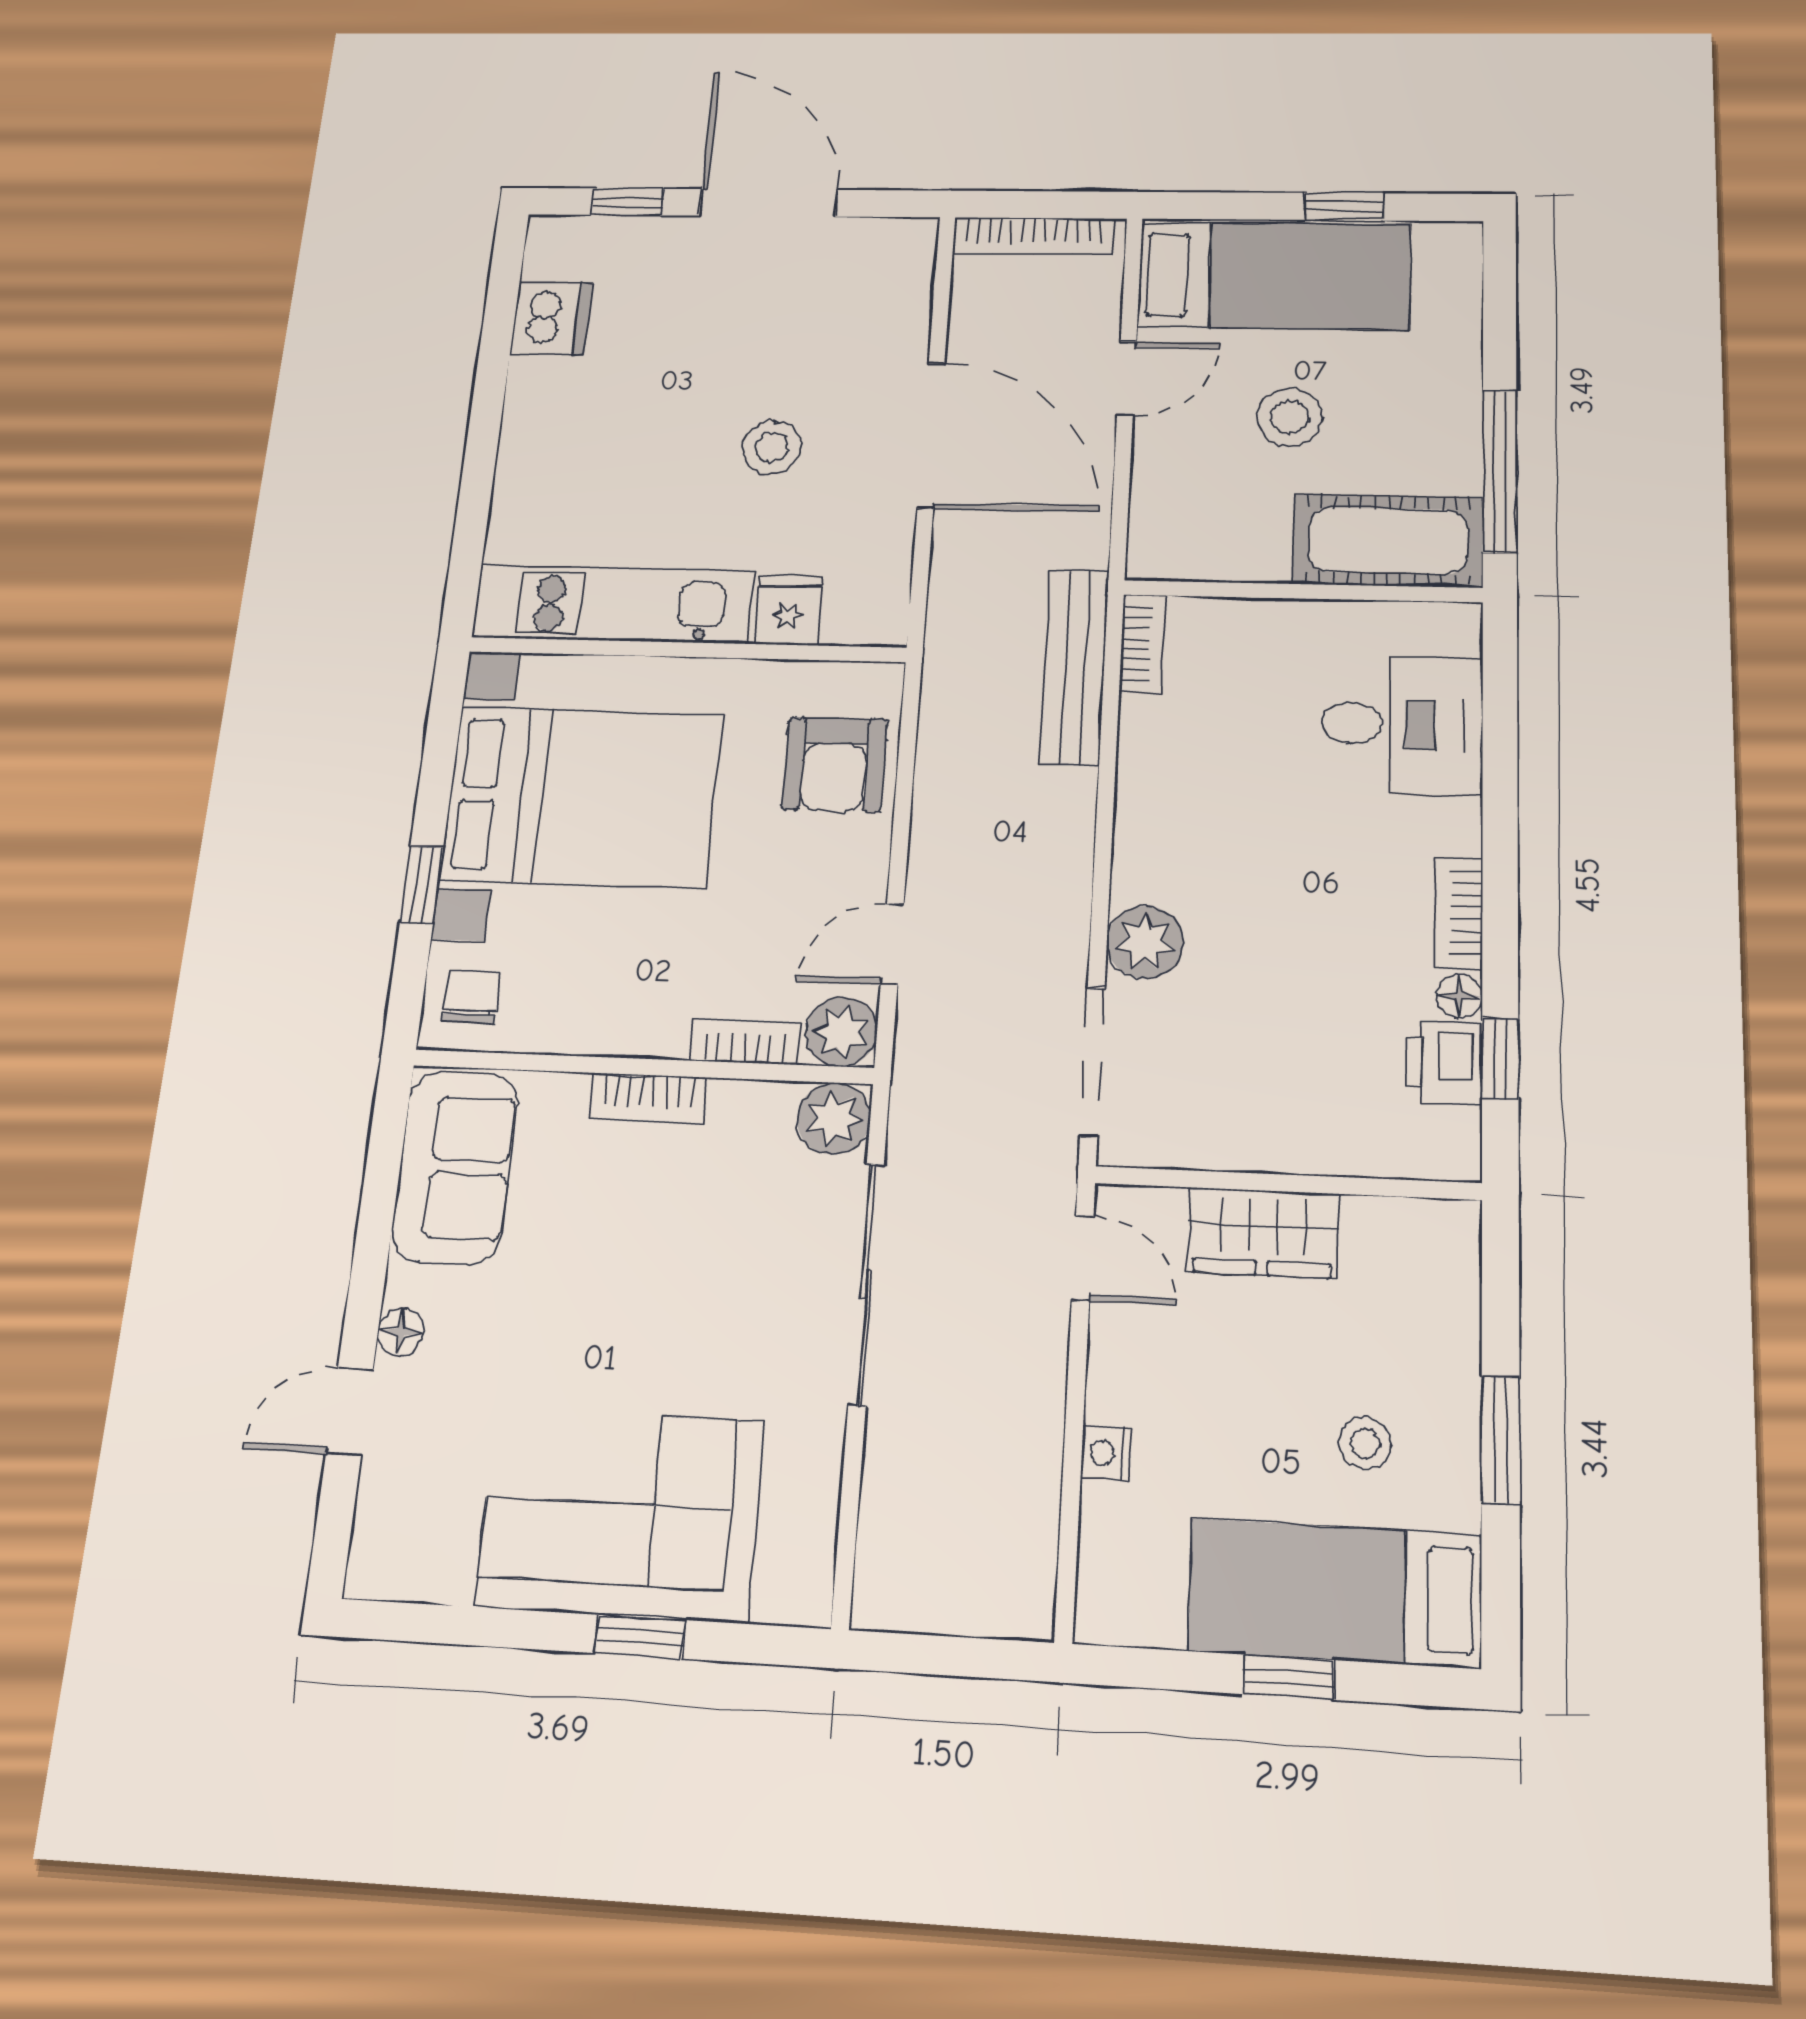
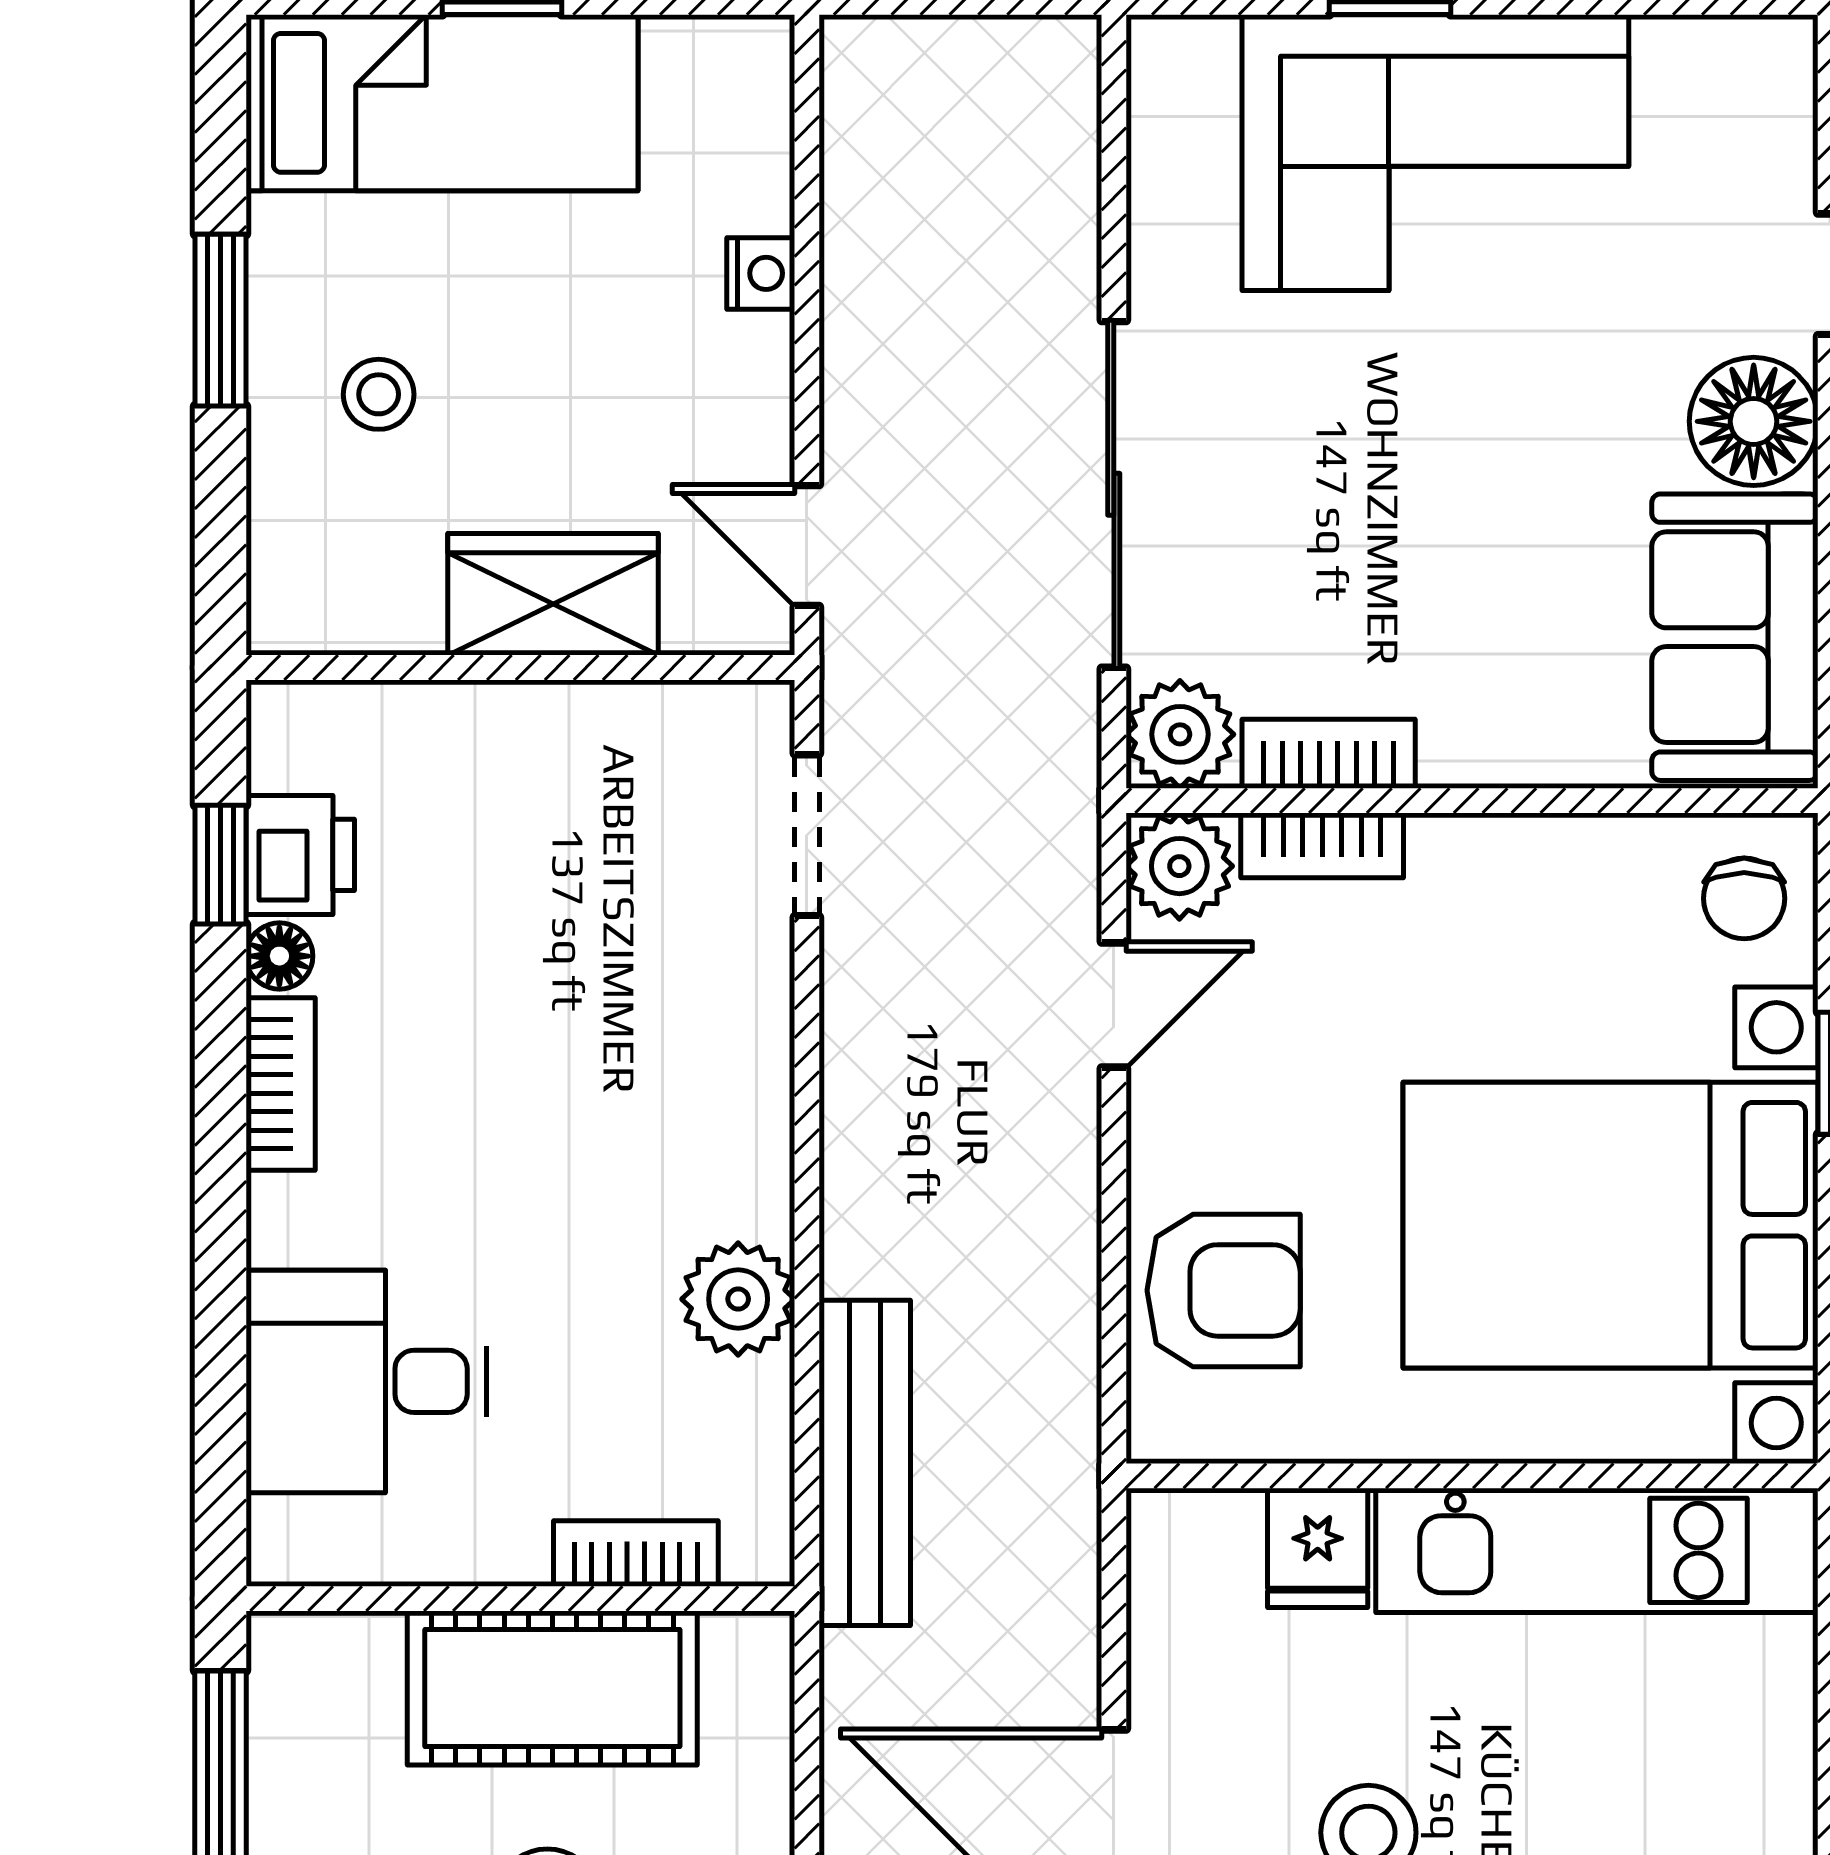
cot: (1388, 541) -> (552, 1688), moved
bookcase: (1143, 644) -> (636, 1553), moved, turned 90
armchair: (834, 764) -> (1224, 1290), turned 90
plant: (1145, 942) -> (738, 1299), moved
doorway: (1092, 1062) -> (807, 835), width x0.73
bookcase: (648, 1098) -> (1329, 754), moved
floor lamp: (401, 1332) -> (1754, 421), width x1.89, depth x1.89
stool: (1365, 1443) -> (379, 394), moved

